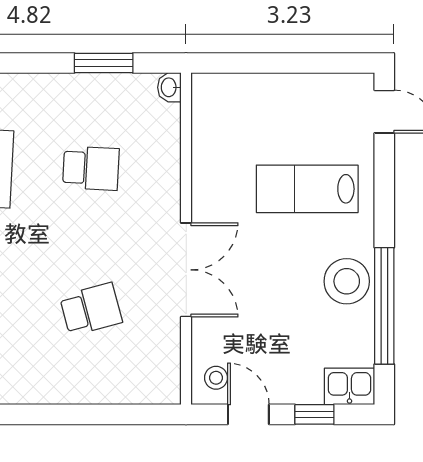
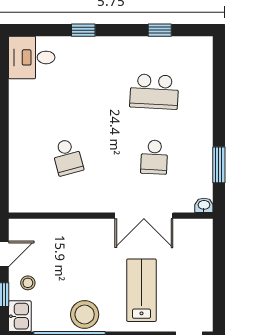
double door: (186, 270) -> (144, 216), moved
stool: (216, 378) -> (28, 283), moved

